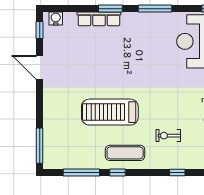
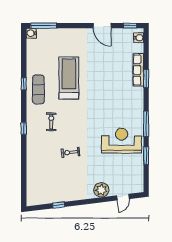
window: (155, 9) -> (146, 124), moved
door: (40, 67) -> (102, 26), swing flipped
water cooler: (50, 162) -> (31, 33), added
window: (81, 172) -> (24, 57), removed

